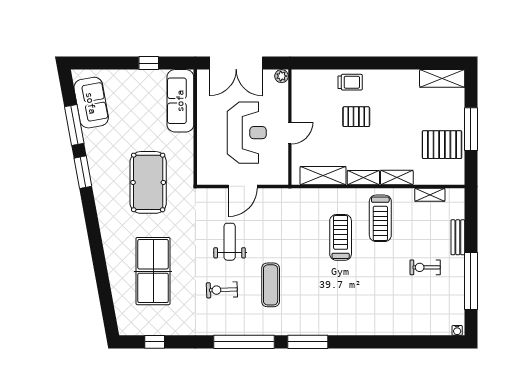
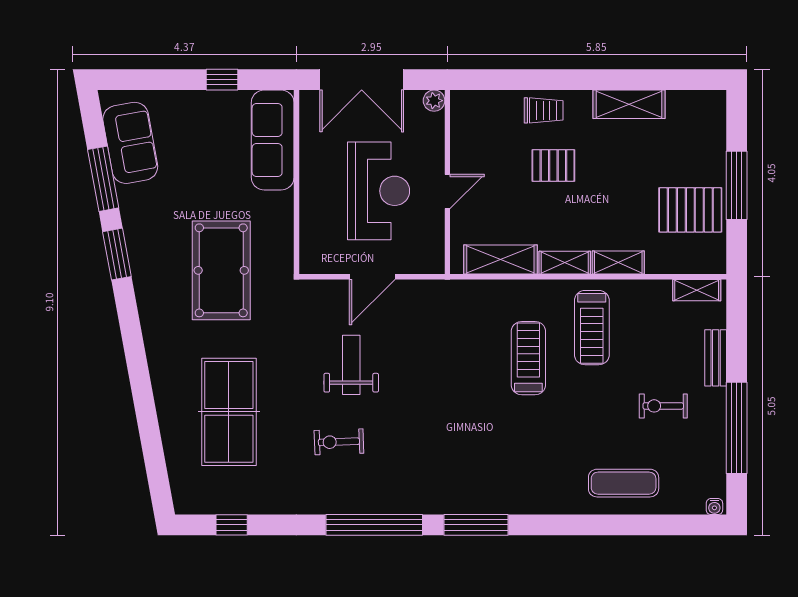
shelving: (442, 78) -> (629, 104), moved
shelving: (430, 195) -> (697, 290), moved
exercise mat: (271, 285) -> (624, 483), moved, turned 90

